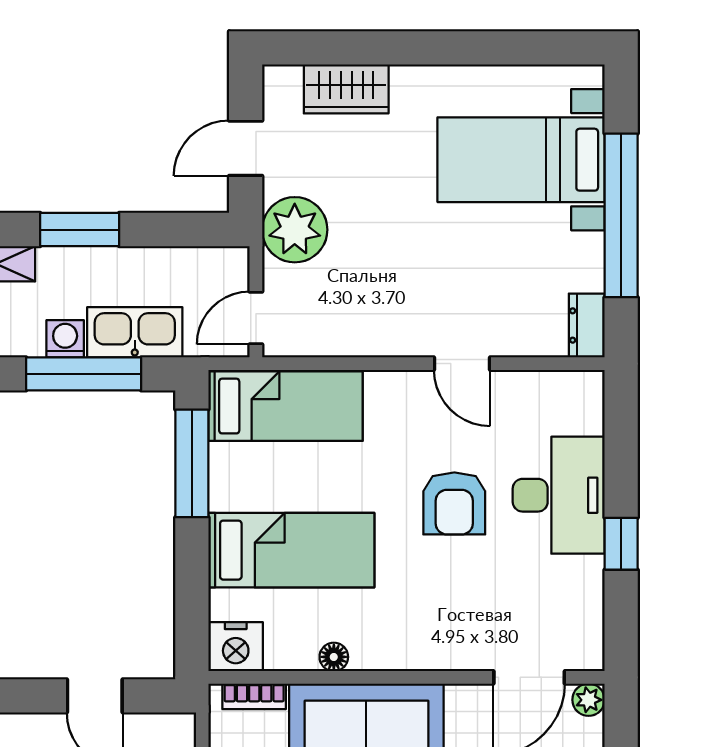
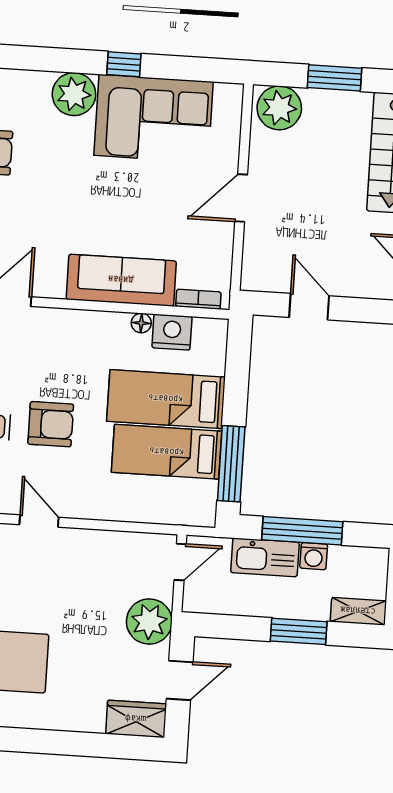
wardrobe: (346, 89) -> (136, 719), moved
bed: (286, 406) -> (167, 452), moved
armchair: (454, 503) -> (51, 424), turned 90
nightstand: (236, 647) -> (172, 332), moved

